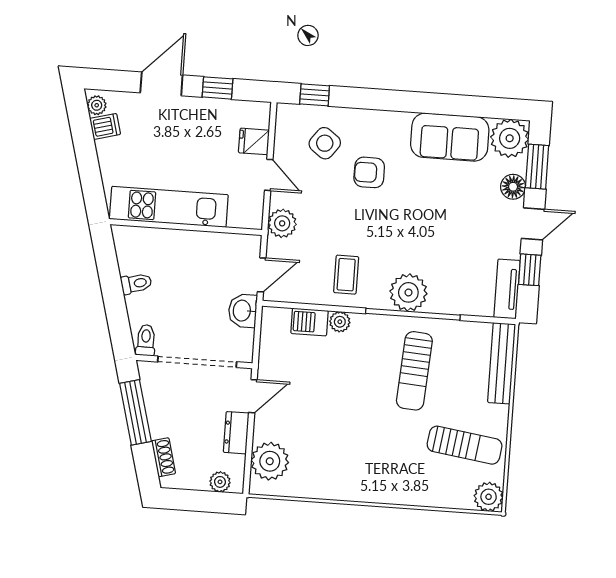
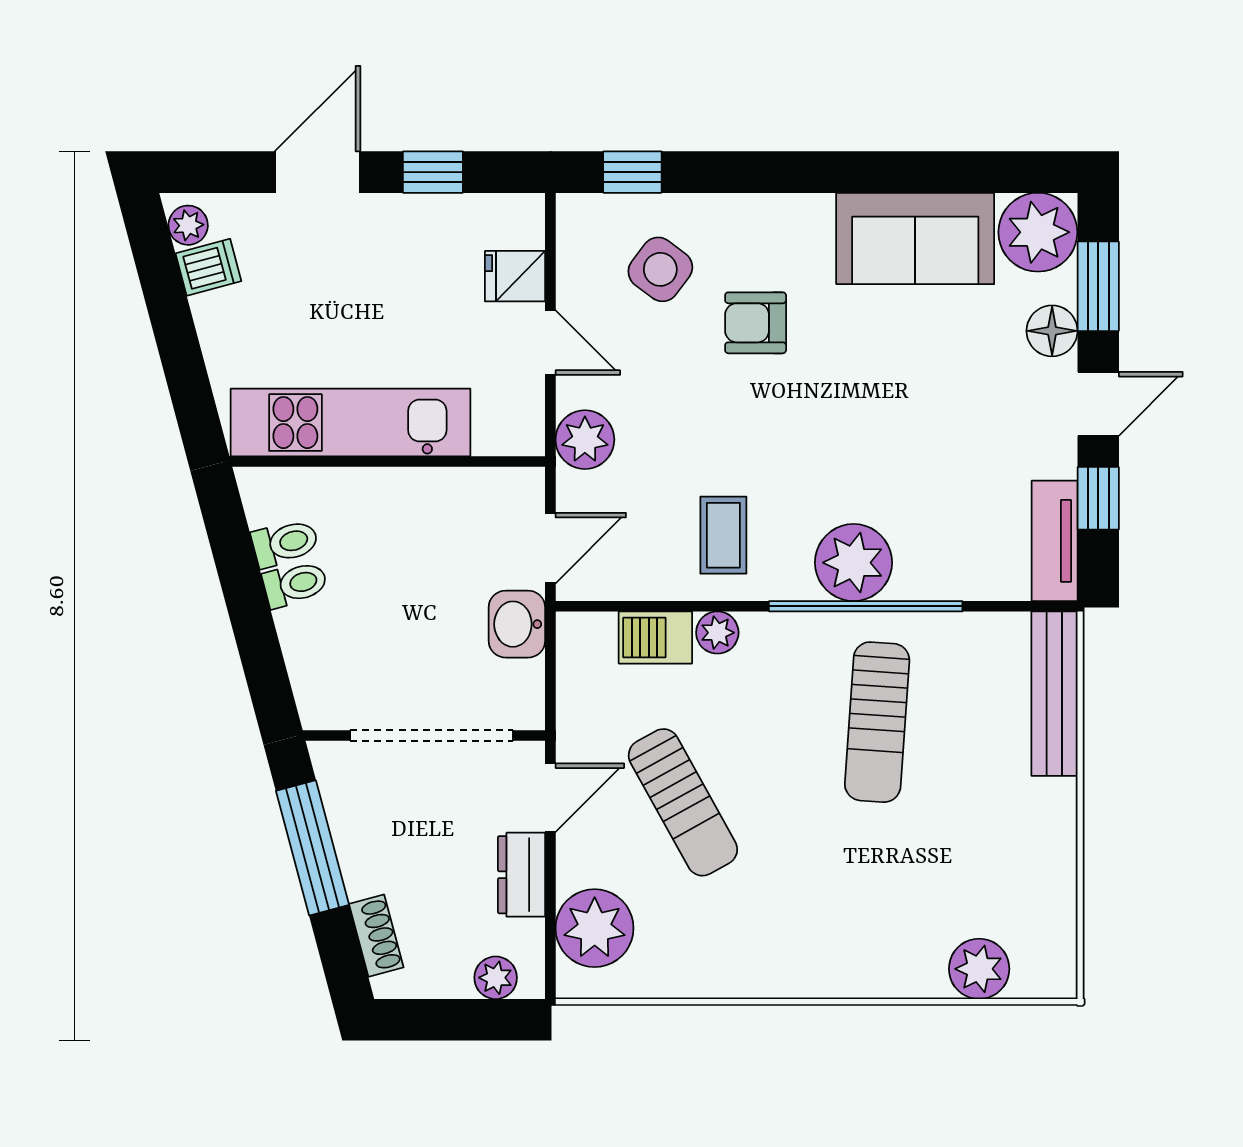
toilet: (146, 340) -> (285, 543), moved, turned 75
sun lounger: (465, 445) -> (683, 802), moved, turned 53
plant: (489, 497) -> (979, 969), moved

